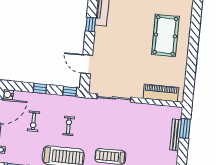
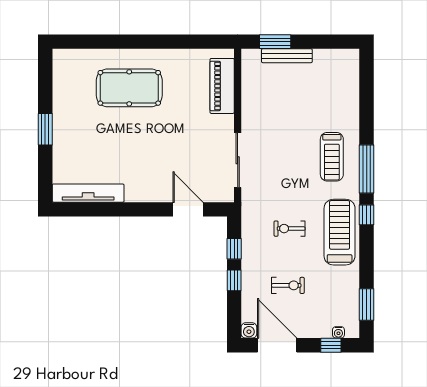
window: (91, 24) -> (123, 209), removed
door: (87, 64) -> (188, 209), swing flipped
window: (70, 91) -> (234, 249), moved

